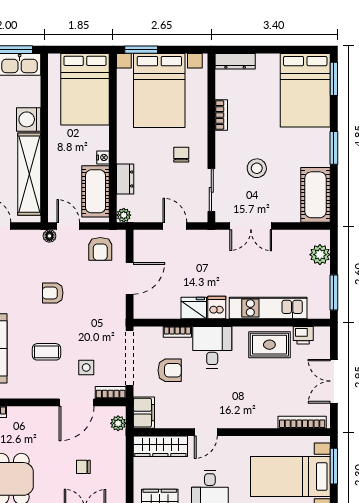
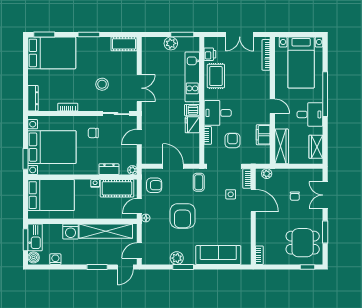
cot: (316, 195) -> (124, 44), width x0.73, depth x0.75
plant: (320, 255) -> (171, 43), moved
armchair: (53, 293) -> (183, 216), width x1.88, depth x1.88
coffee table: (47, 352) -> (199, 182), moved
filing cabinet: (144, 413) -> (263, 135), moved, turned -90
door: (206, 432) -> (272, 106), moved
window: (334, 466) -> (294, 34), removed

